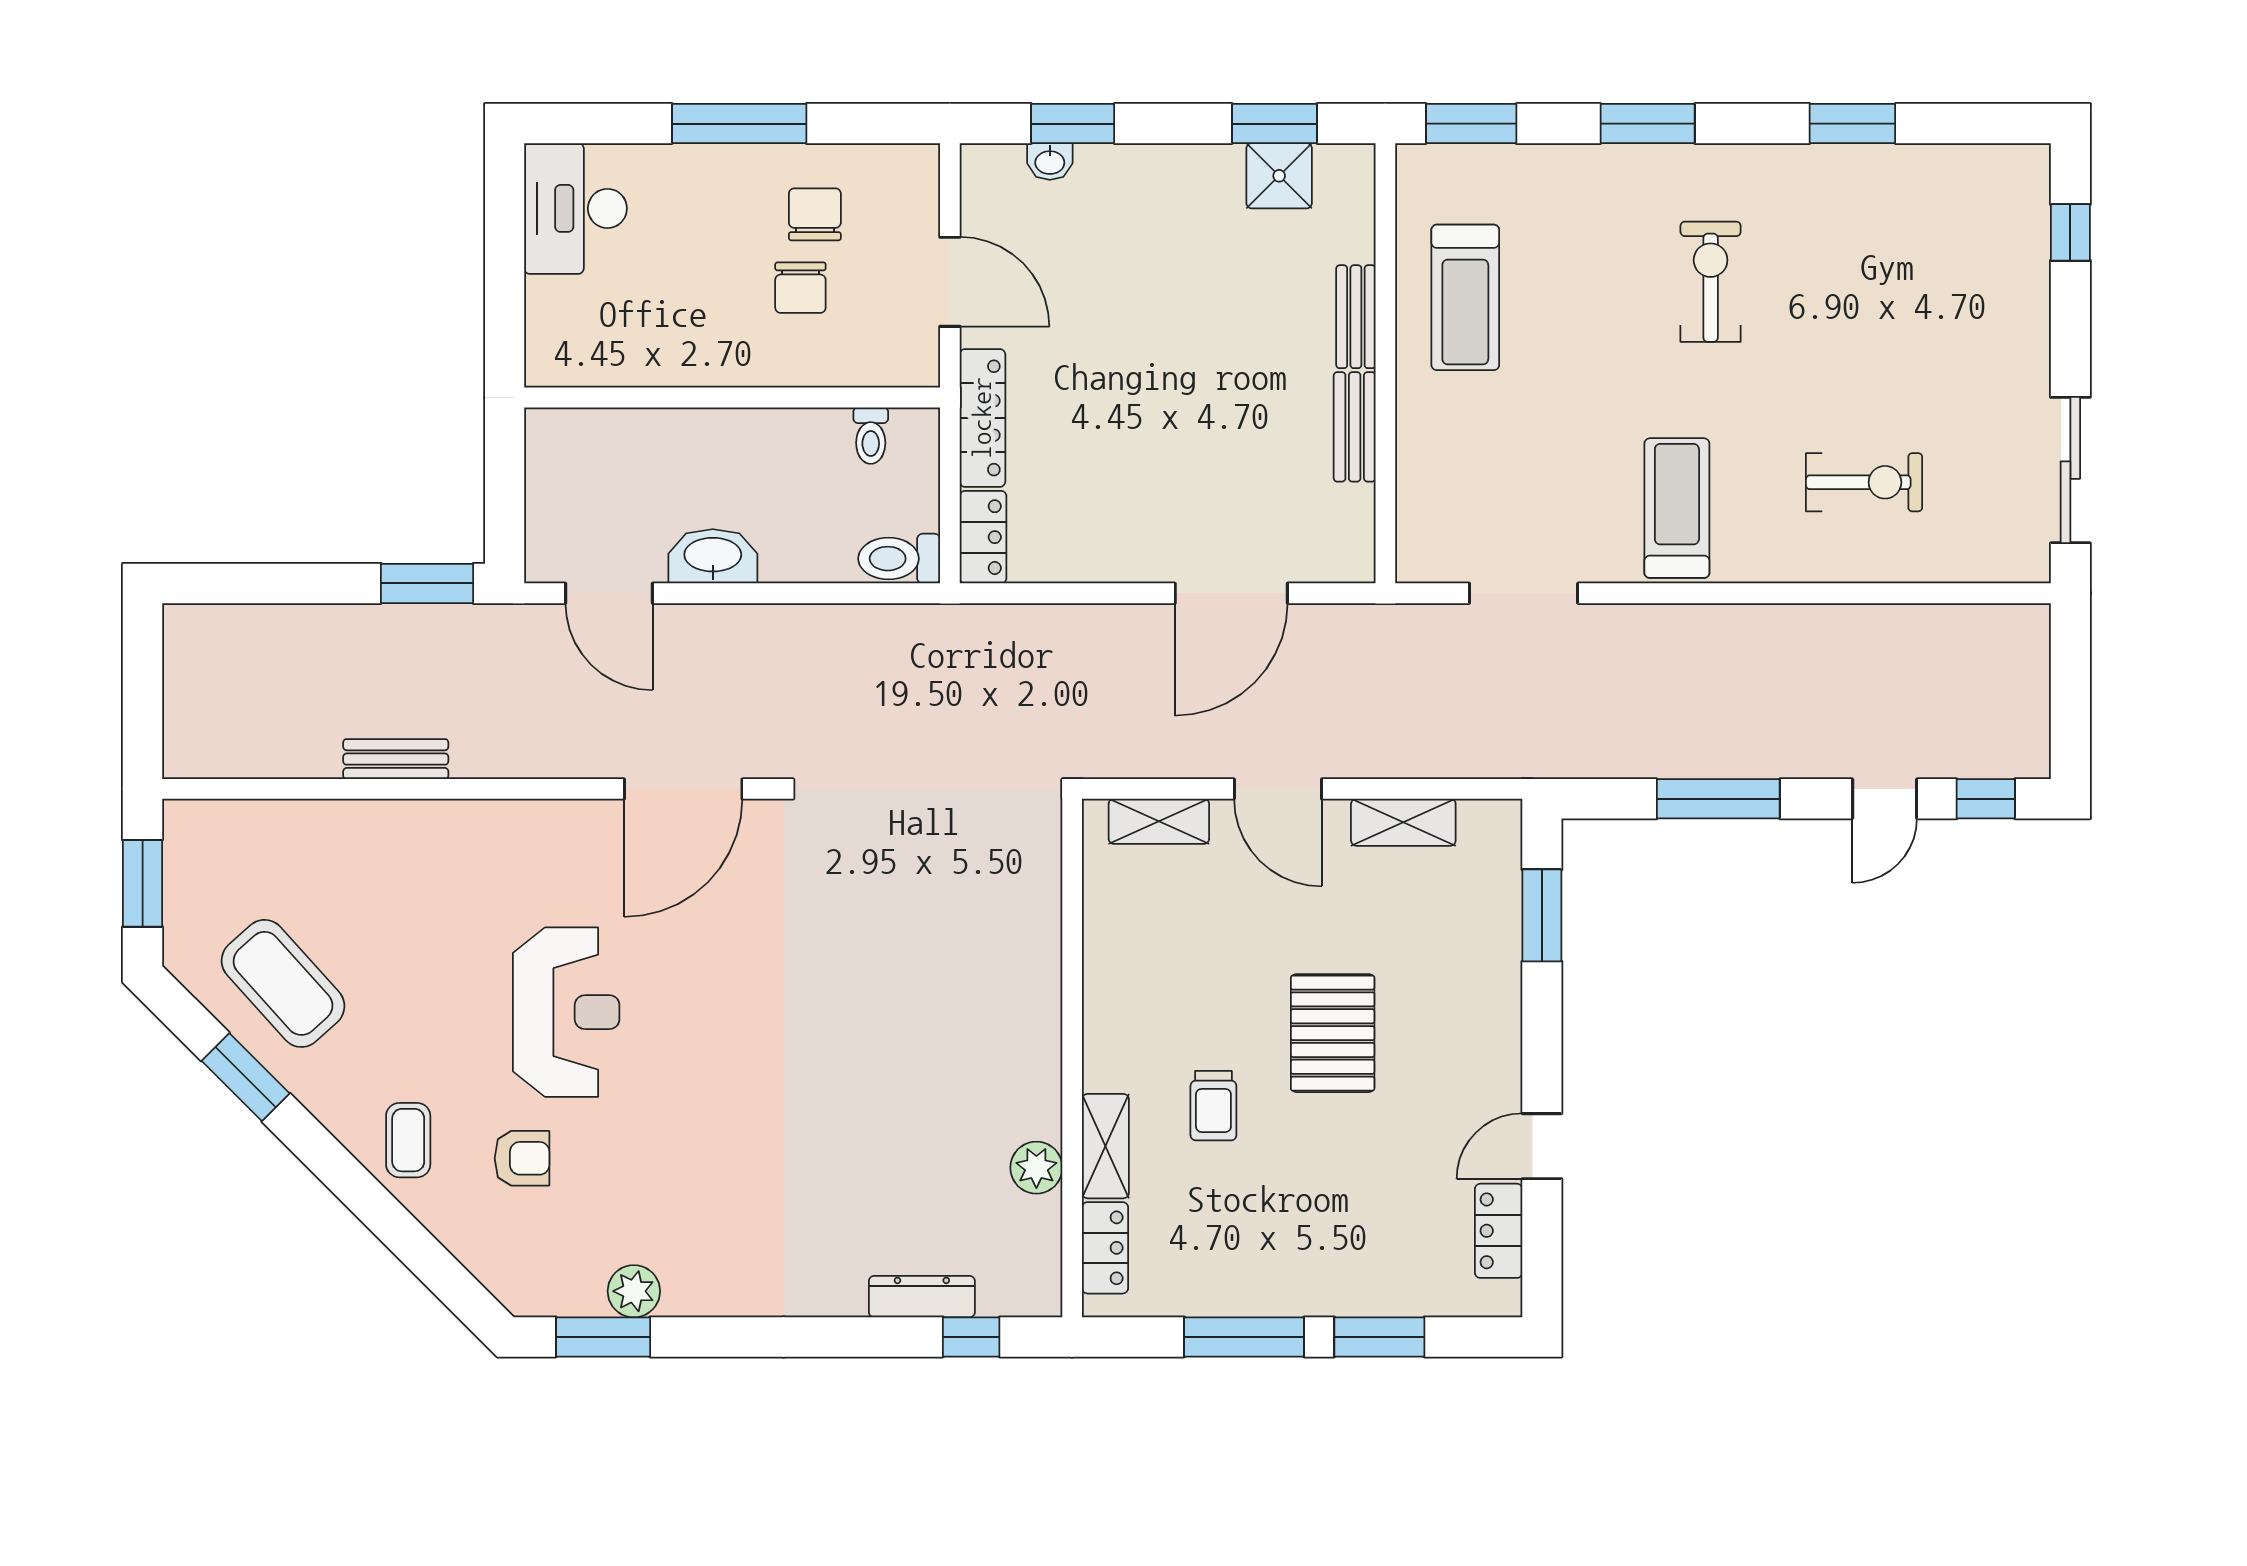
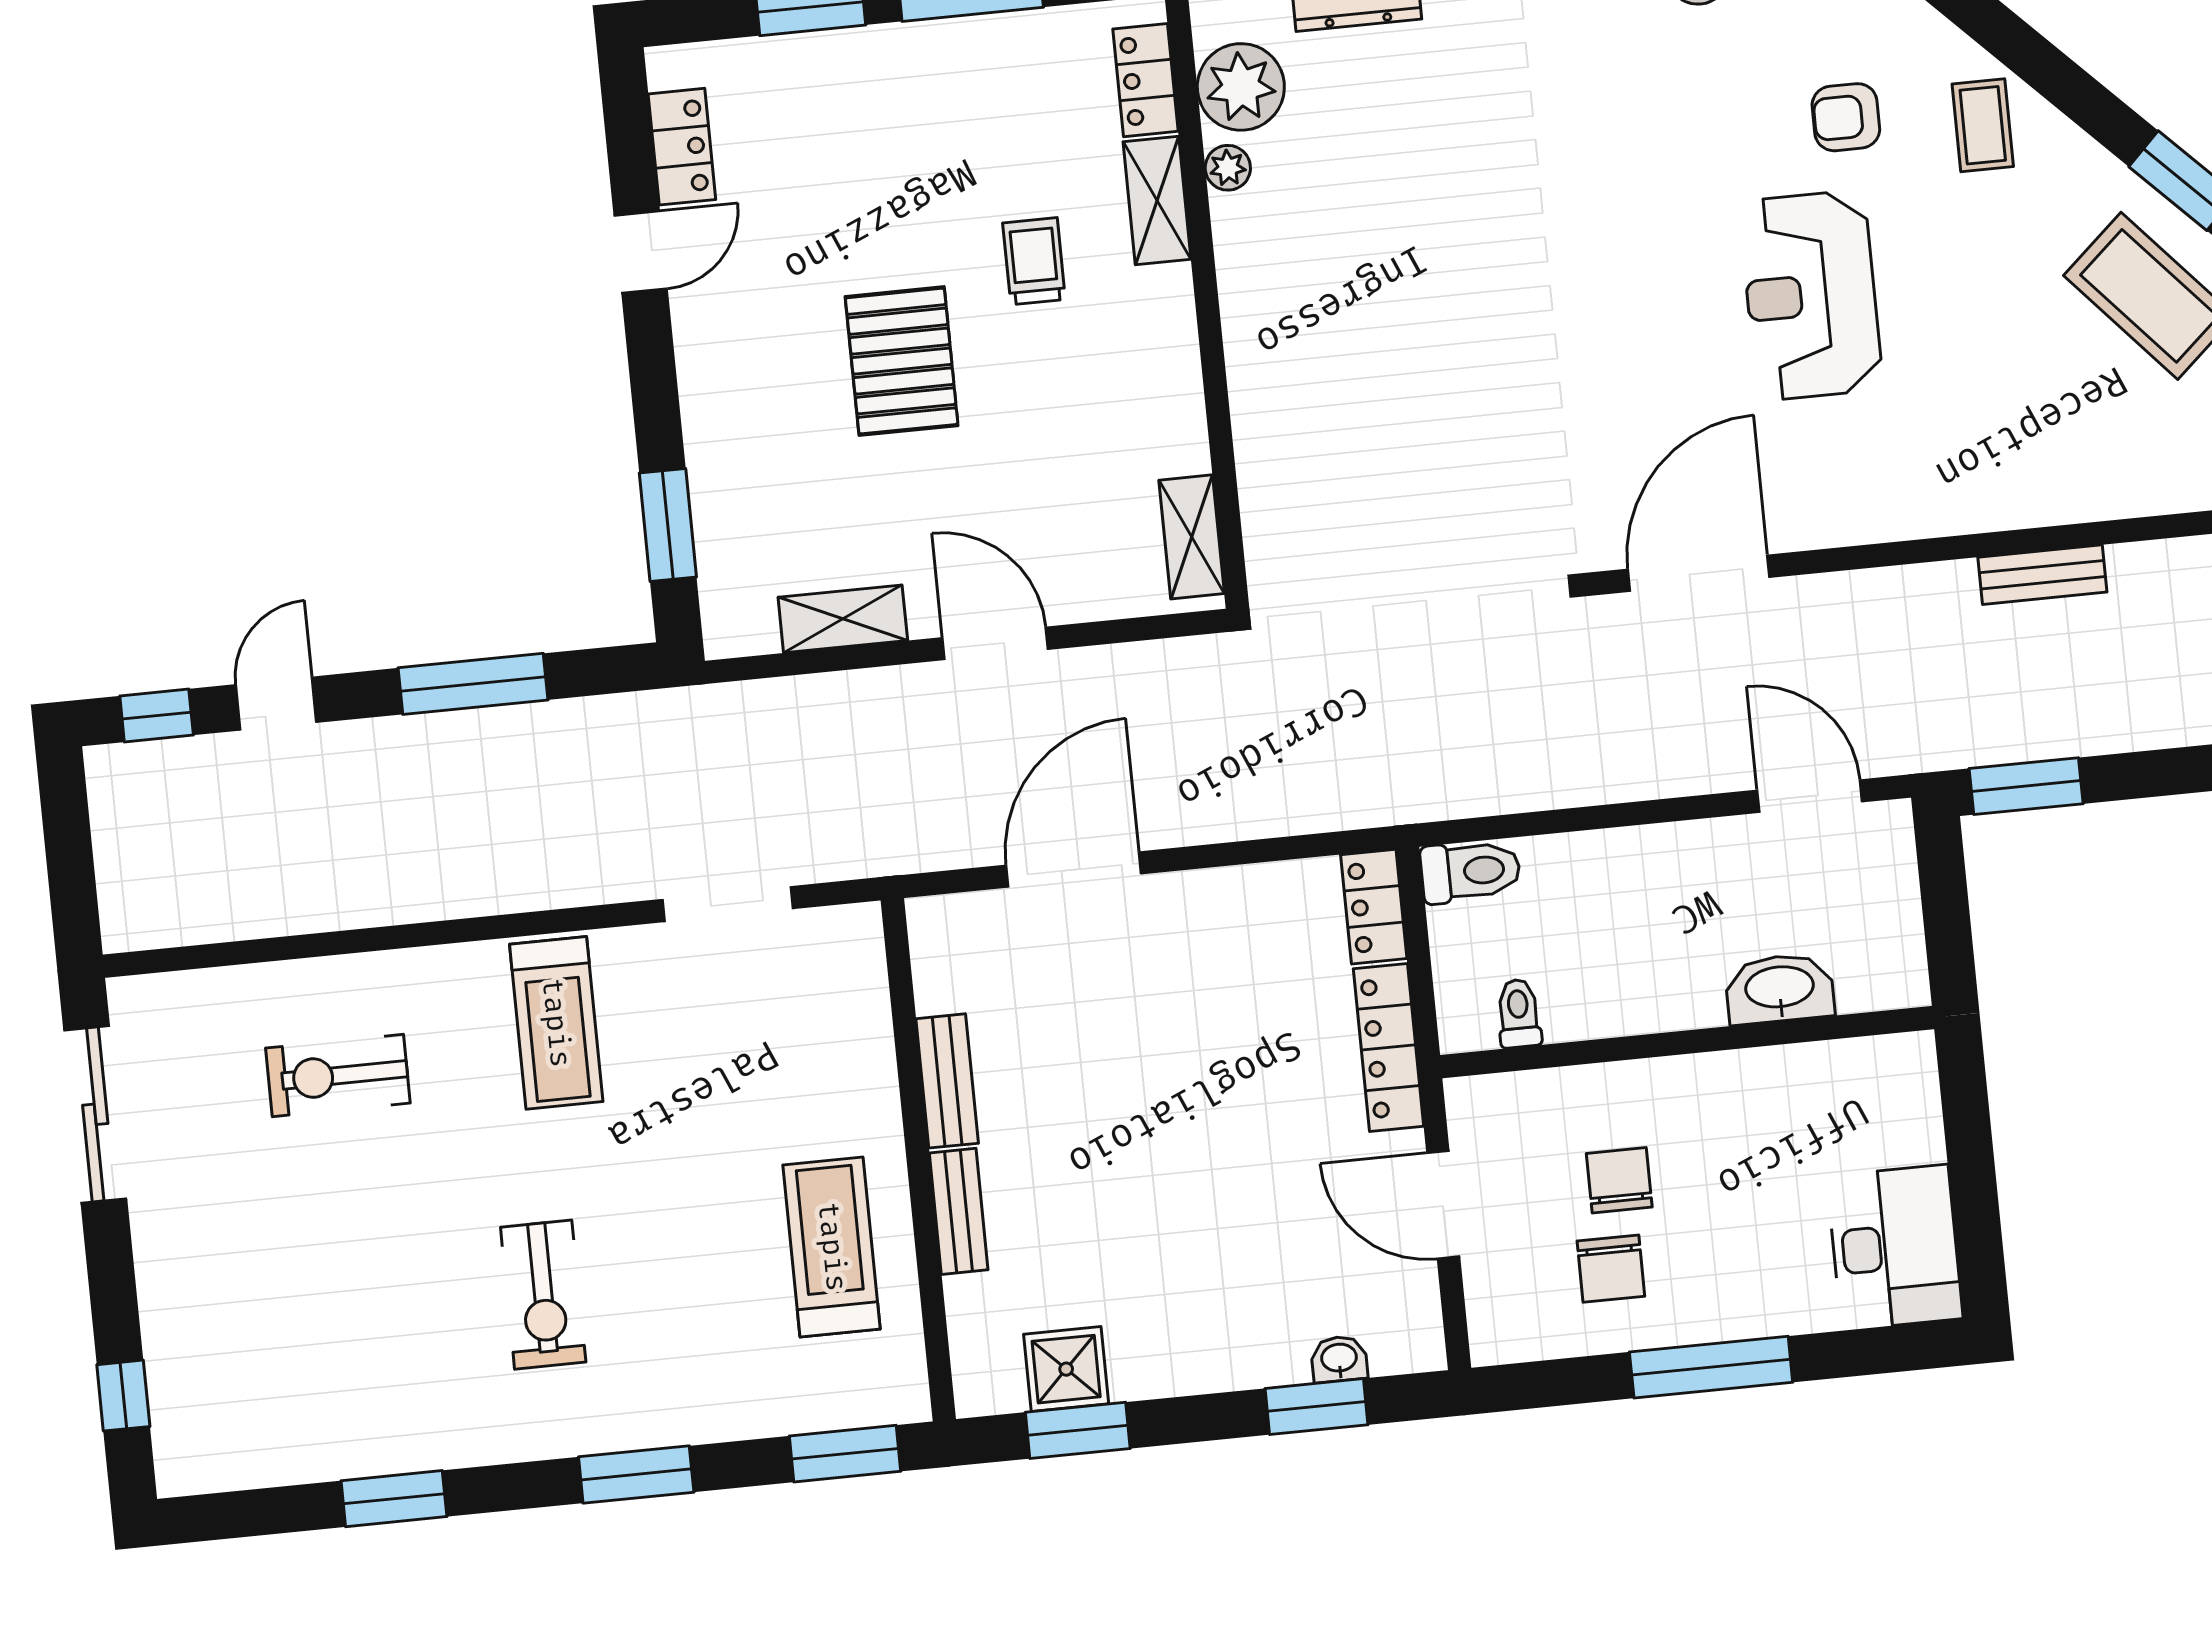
washbasin: (713, 556) -> (1780, 989), moved, turned 180
shelving: (1159, 821) -> (1192, 537), moved, turned 90
plant: (1036, 1168) -> (1228, 168), width x0.73, depth x0.73
plant: (1026, 1234) -> (1241, 87), added

